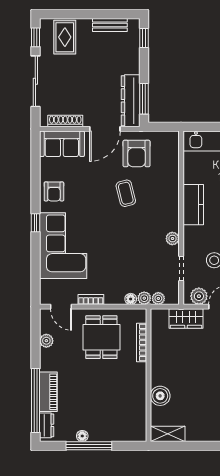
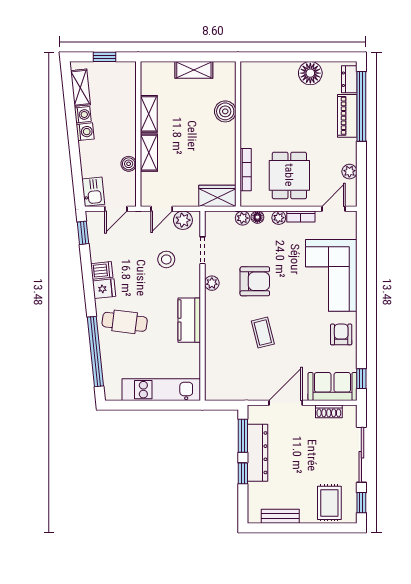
window: (144, 38) -> (243, 473), moved
dresser: (131, 101) -> (257, 453), moved
shoe rack: (65, 121) -> (329, 411), width x0.70
armchair: (137, 153) -> (255, 281), moved, turned 90
window: (35, 223) -> (361, 379), moved
plant: (158, 298) -> (279, 218), moved
door: (61, 307) -> (333, 209), hinge flipped
wardrobe: (186, 318) -> (217, 196), moved
shelving: (168, 434) -> (194, 70), moved
floor lamp: (82, 436) -> (310, 73), width x1.89, depth x1.89
window: (89, 446) -> (303, 57), removed

